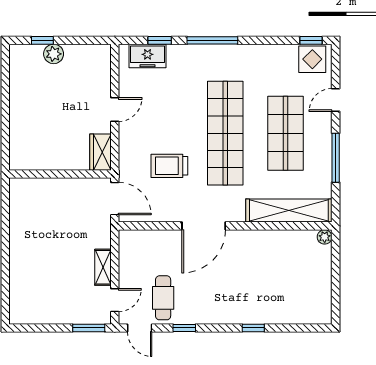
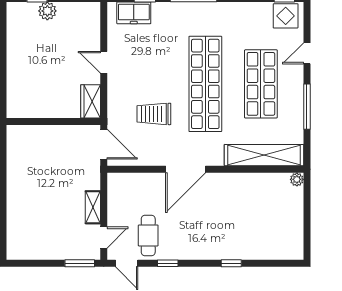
door: (115, 110) -> (104, 62), swing flipped

